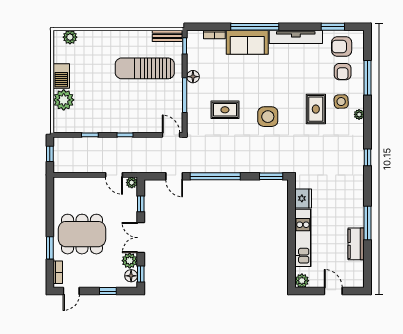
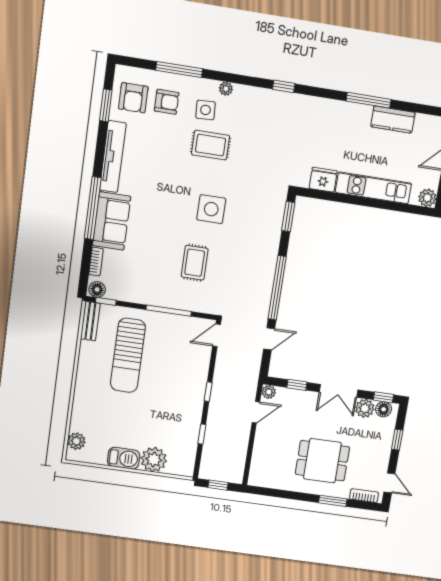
floor lamp: (193, 77) -> (97, 289), moved
dining table: (82, 234) -> (322, 461), width x0.73

